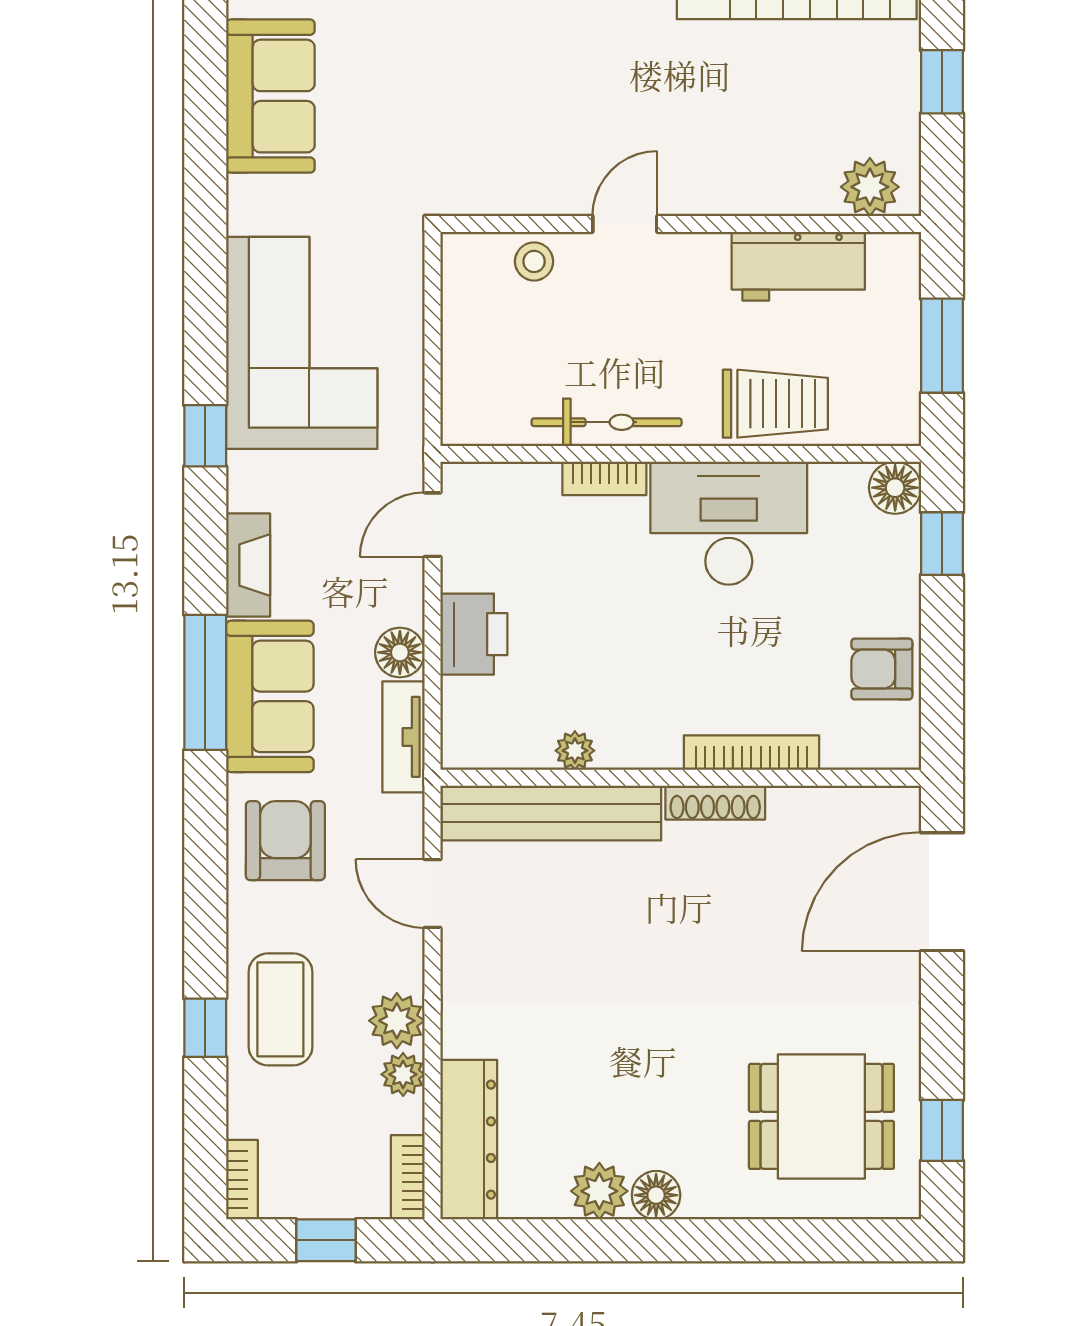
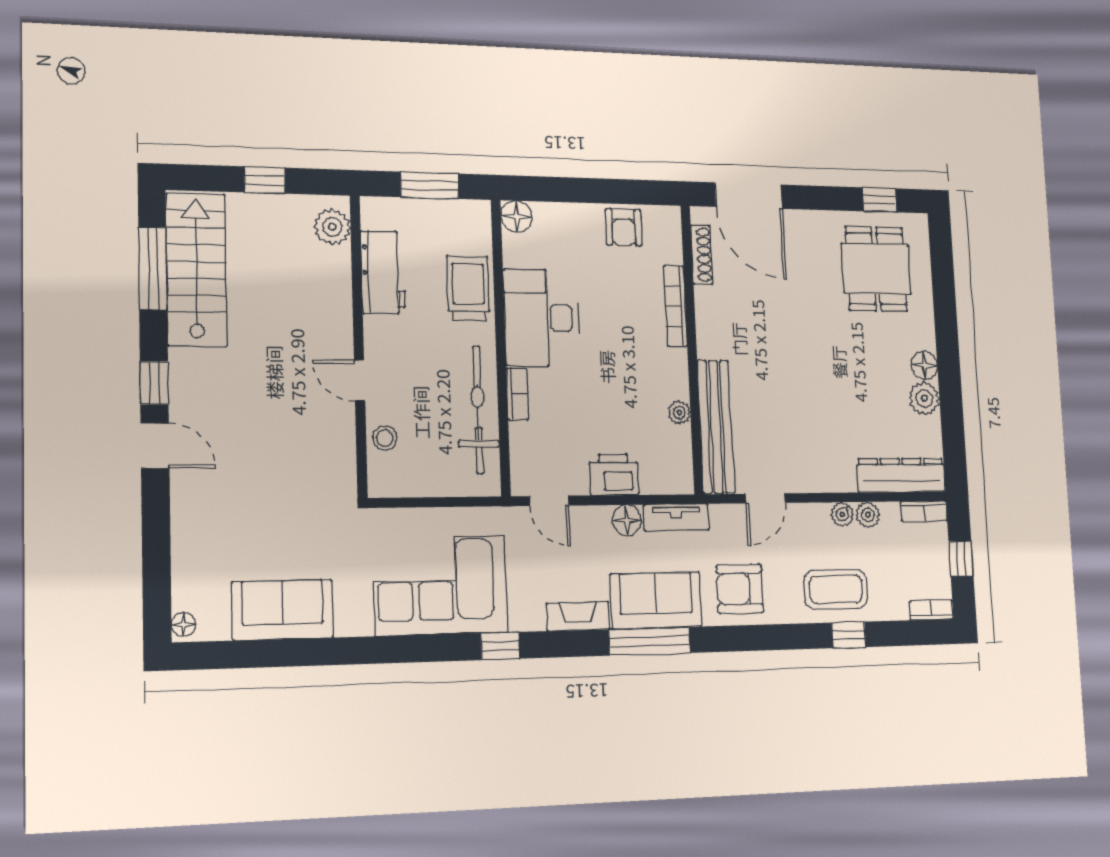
bicycle: (607, 422) -> (478, 410), width x1.37, depth x1.40
window: (942, 544) -> (549, 189), removed
shoe rack: (715, 803) -> (702, 255), moved
plant: (397, 1021) -> (842, 514), width x0.73, depth x0.73

